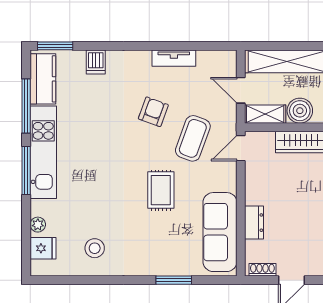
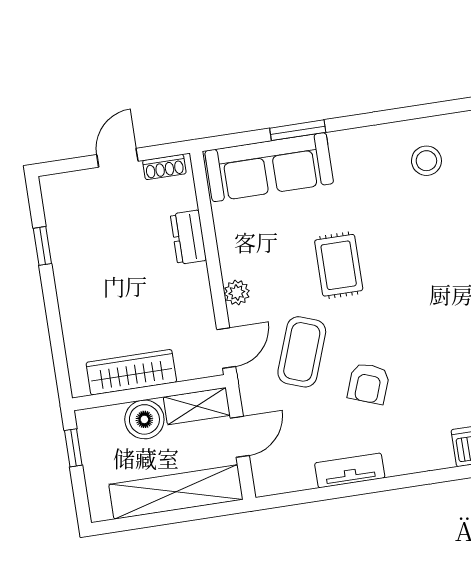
door: (241, 90) -> (240, 437), hinge flipped
plant: (228, 183) -> (237, 293), added
sofa: (220, 232) -> (269, 167), moved, turned 90

